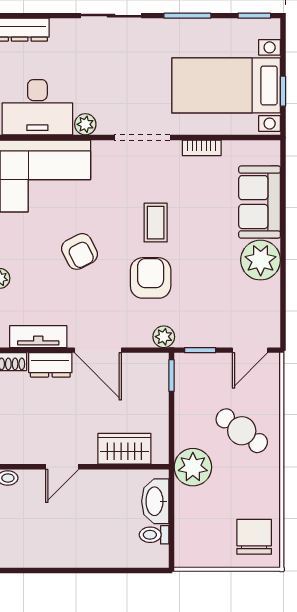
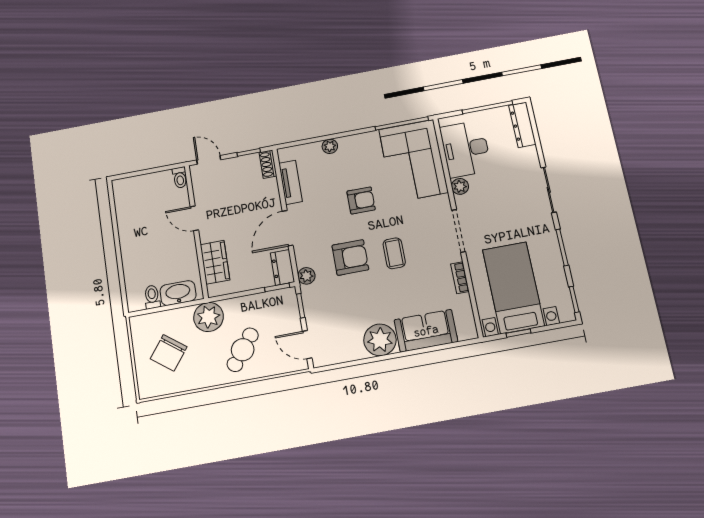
coffee table: (156, 223) -> (394, 253), turned 90
armchair: (79, 251) -> (361, 200), turned -153
dresser: (50, 365) -> (282, 267), moved
chair: (254, 537) -> (169, 353), moved, turned 127

